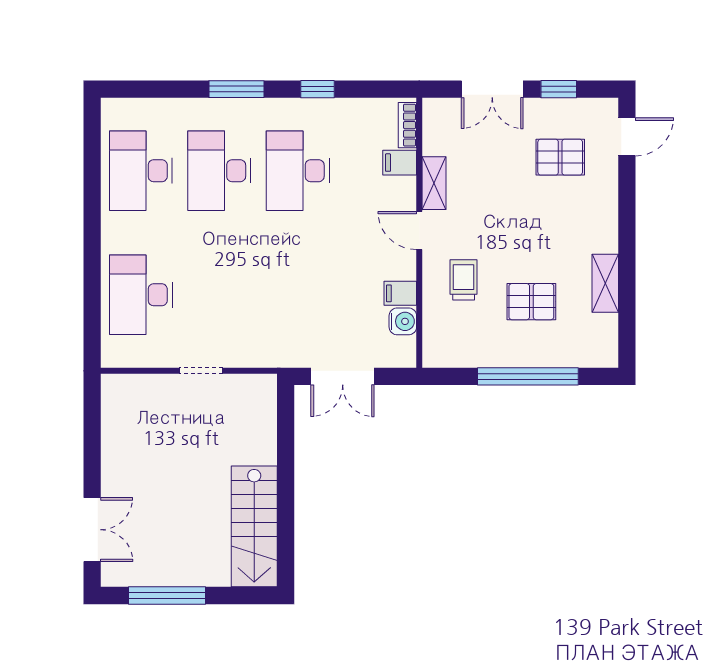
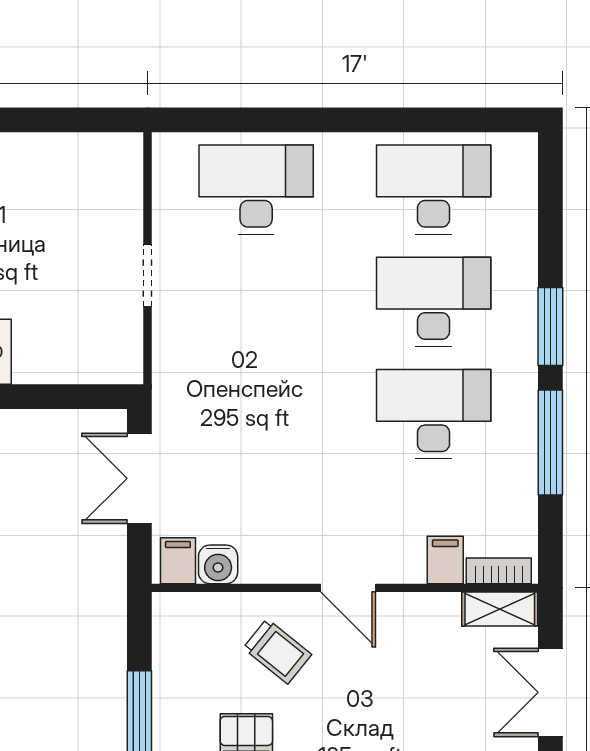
window: (318, 89) -> (550, 443), width x2.17
shelving: (434, 183) -> (500, 609), moved
door: (419, 230) -> (348, 588), swing flipped
trolley: (464, 280) -> (277, 651), turned 39
filing cabinet: (400, 293) -> (178, 561), moved

